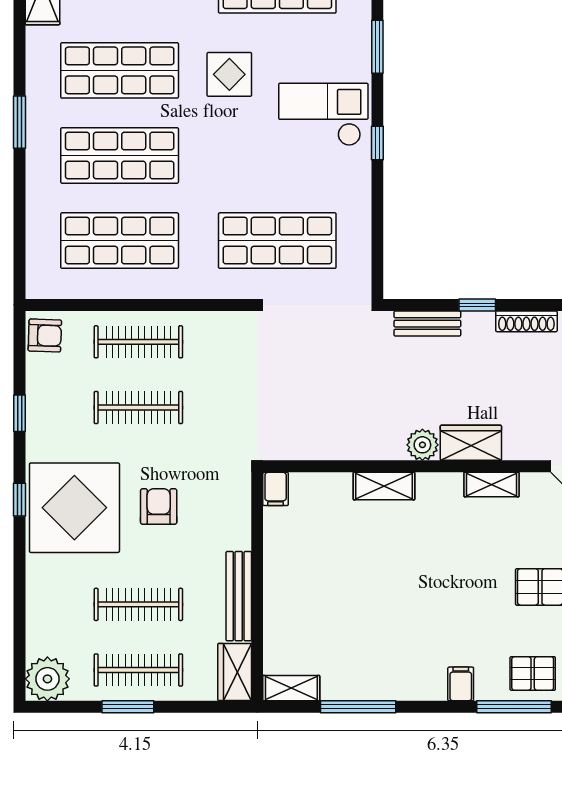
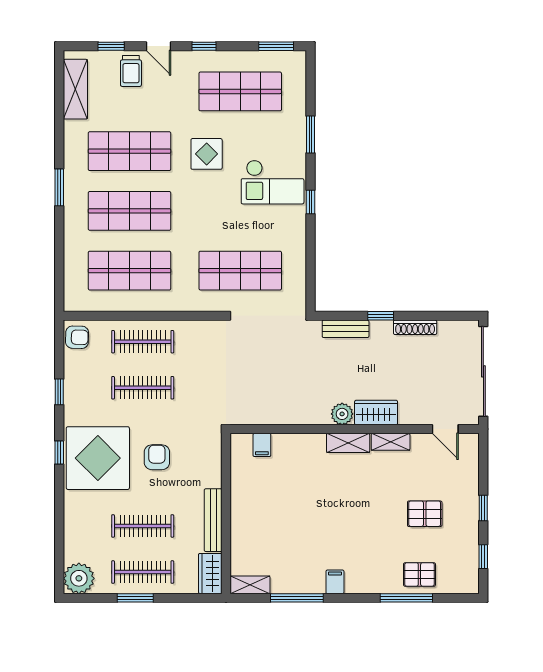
checkout: (323, 114) -> (273, 182), turned 180
shelving: (384, 486) -> (348, 443), moved
filing cabinet: (276, 489) -> (262, 445), moved
filing cabinet: (461, 684) -> (335, 582), moved

